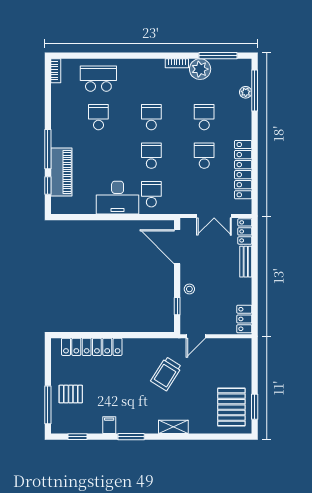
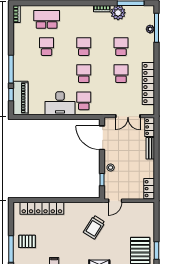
piano: (61, 172) -> (21, 98), moved

